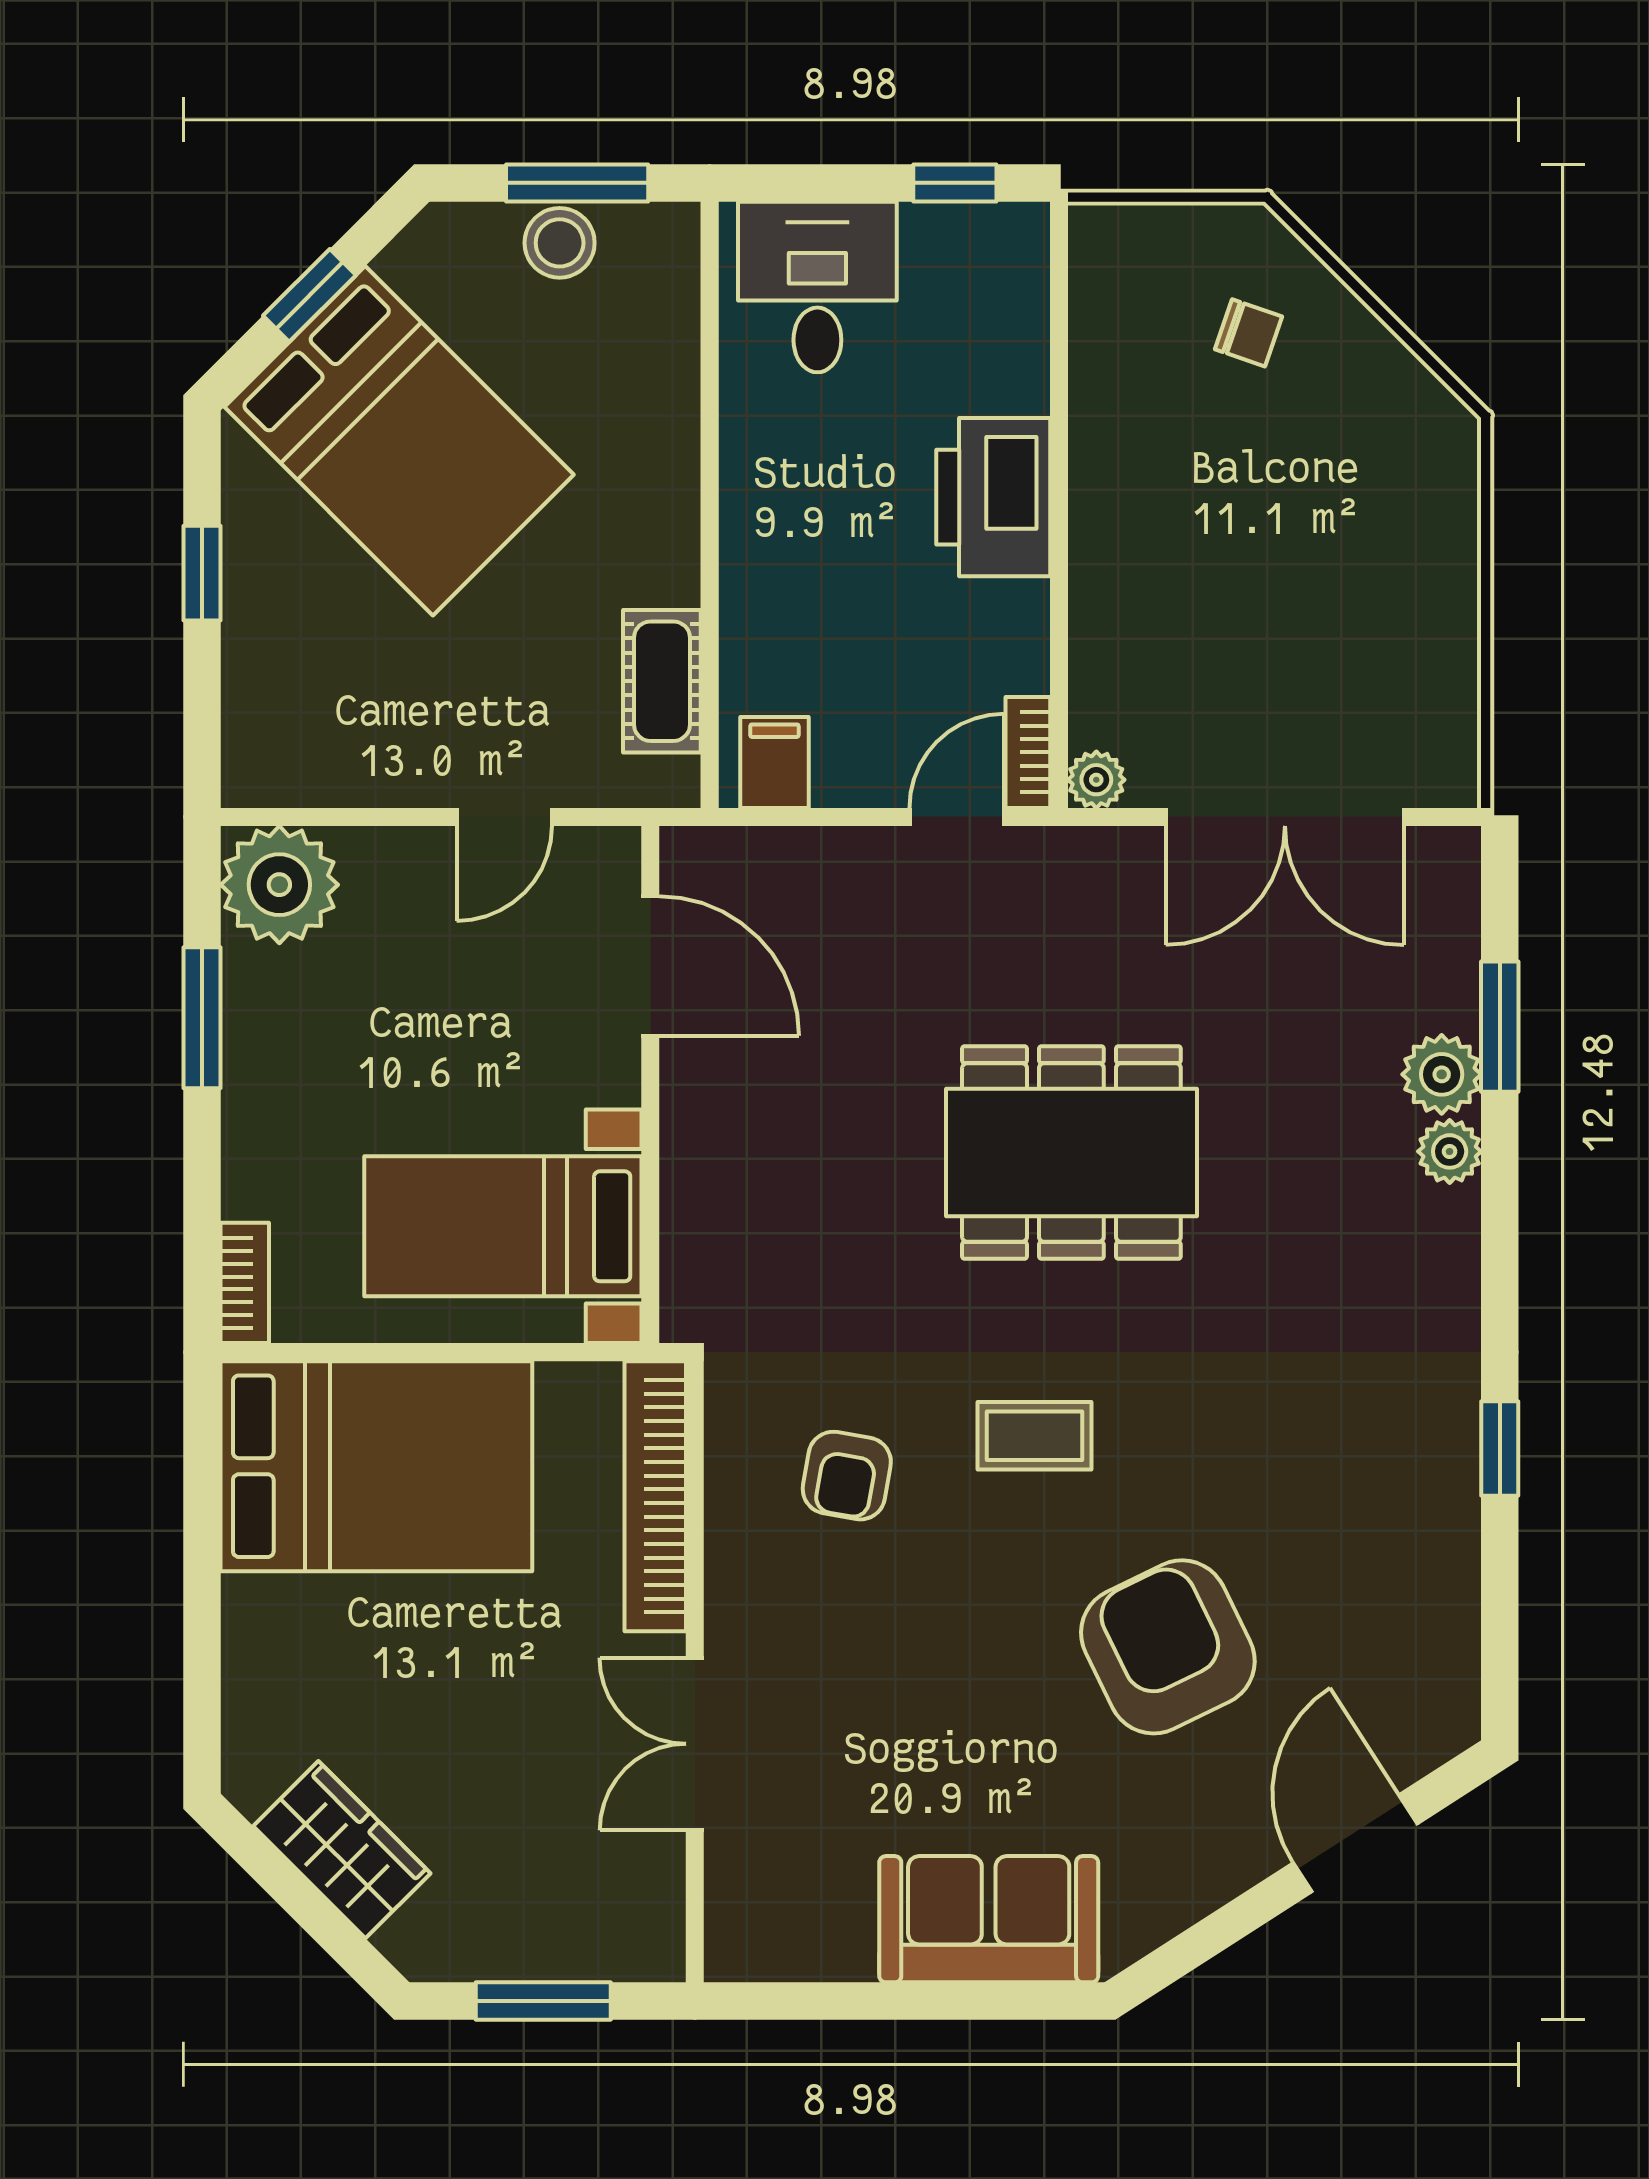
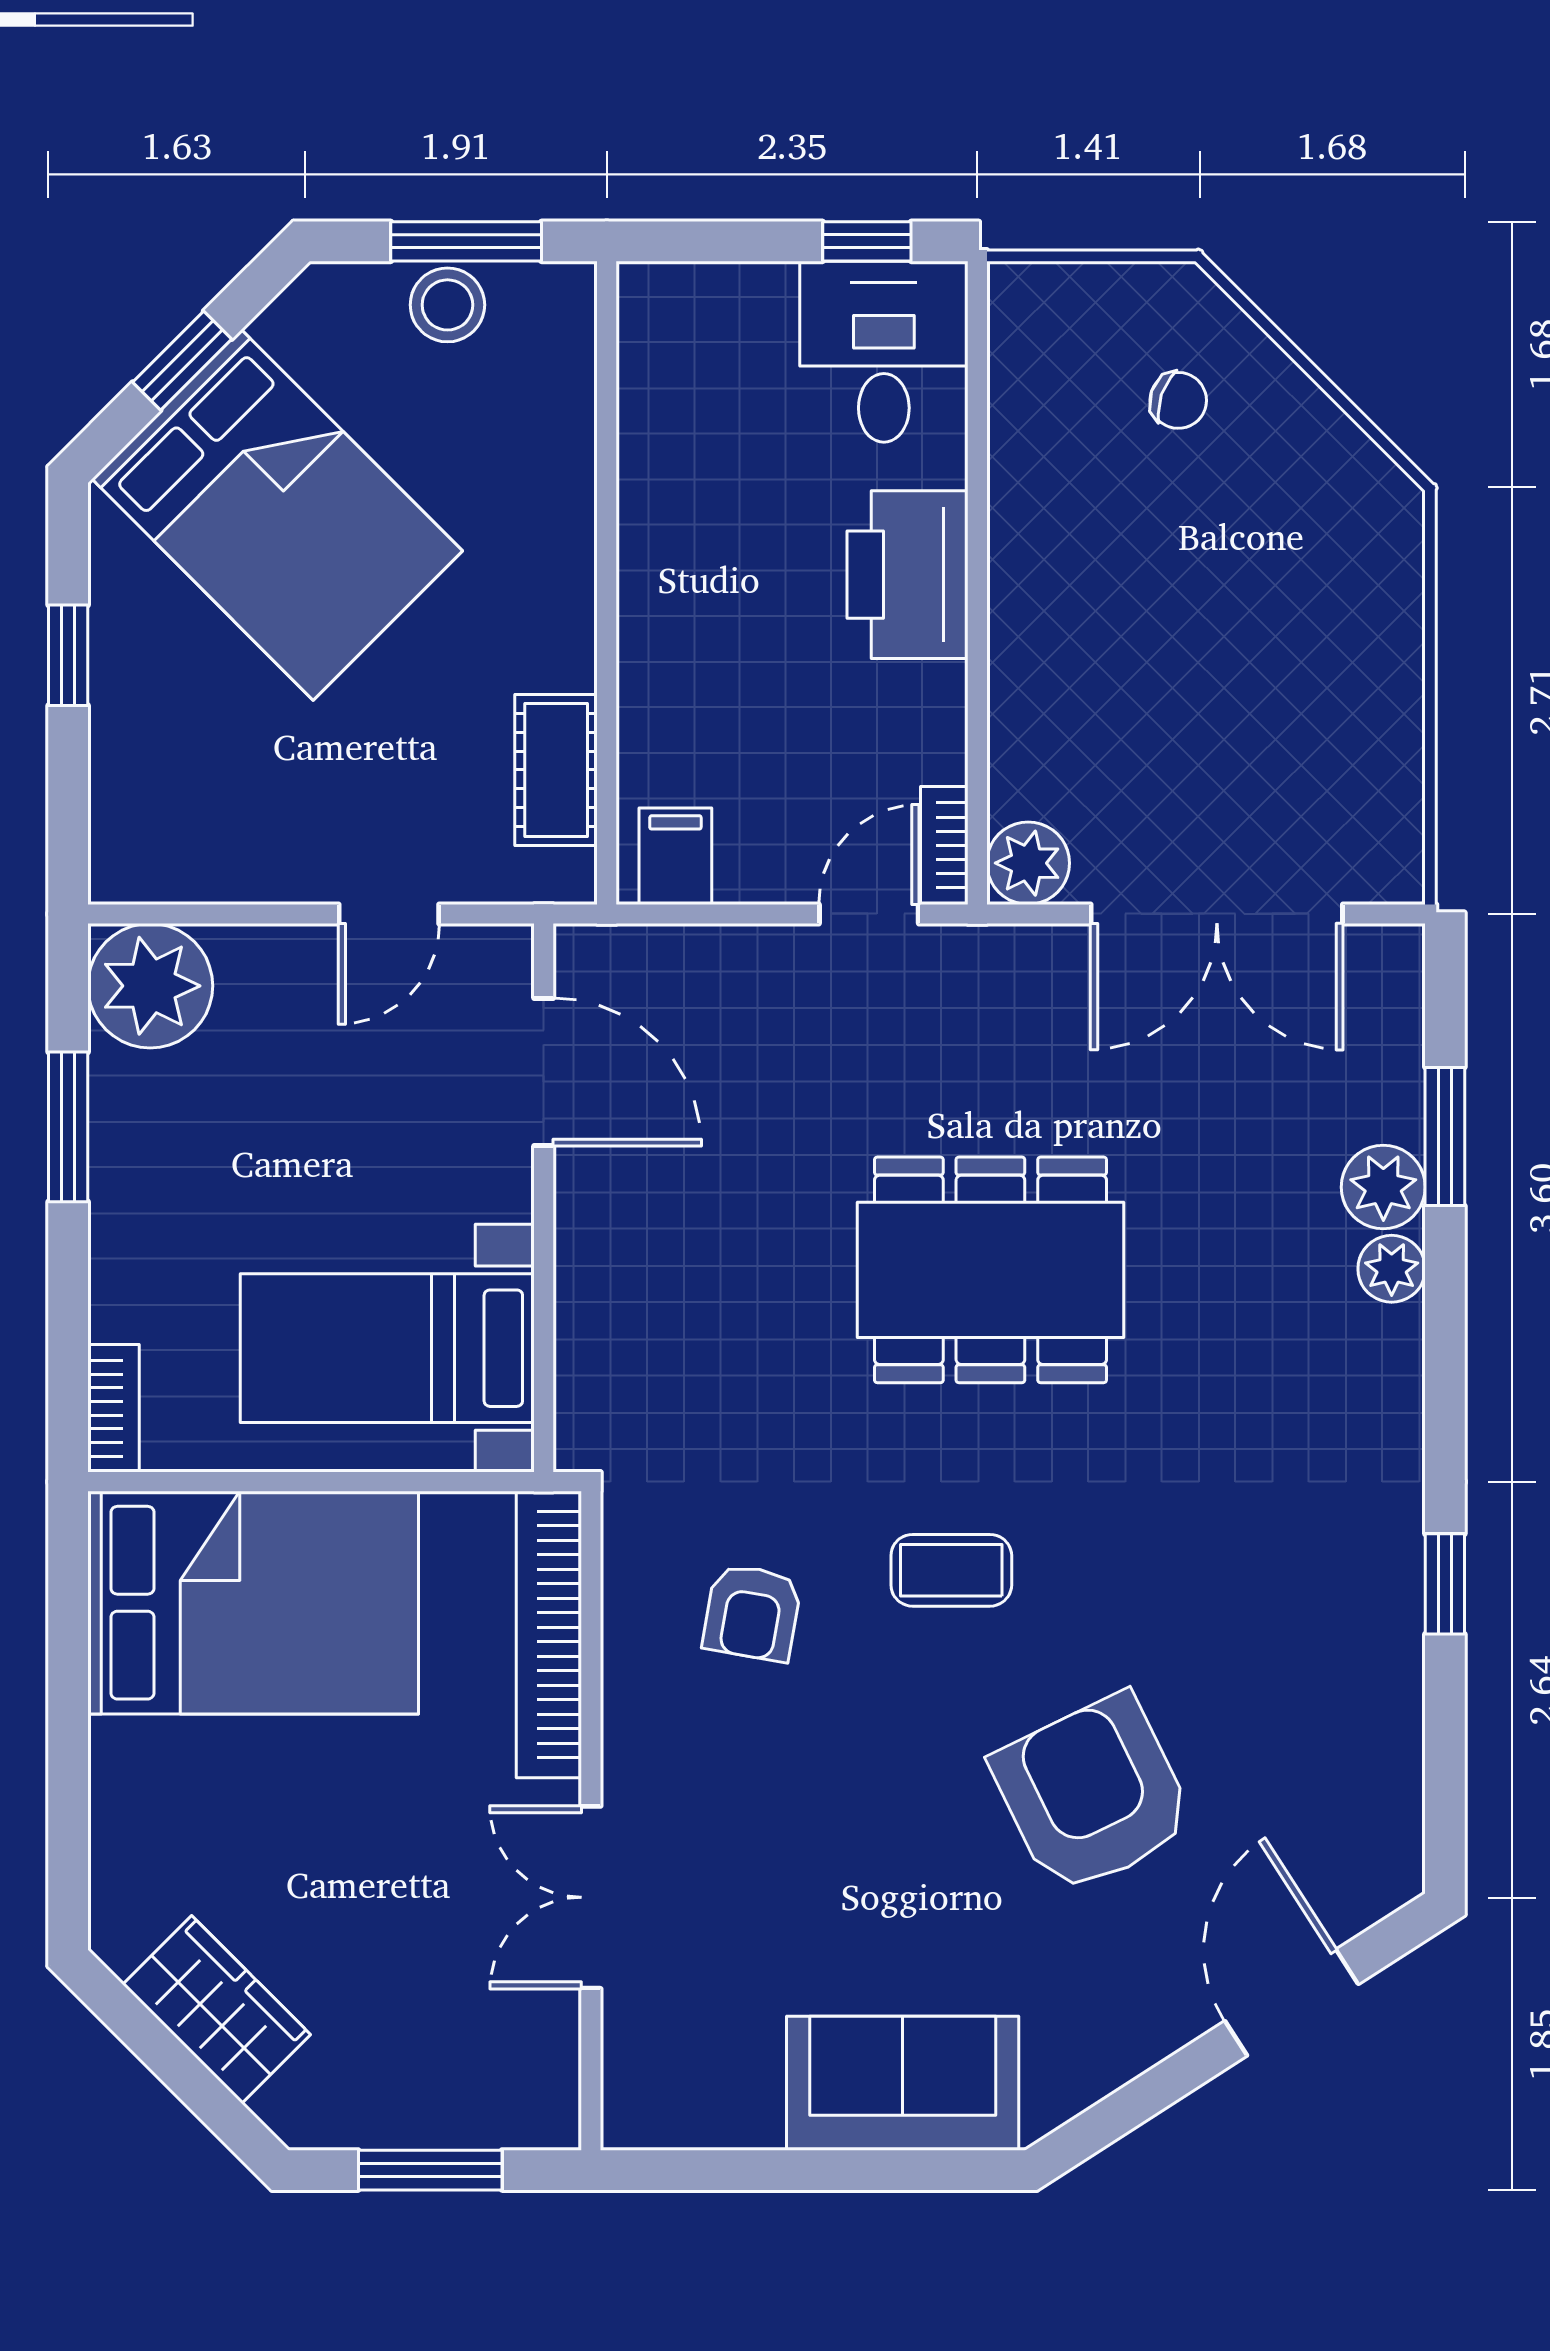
desk: (817, 287) -> (884, 352), moved
plant: (1096, 780) -> (1028, 863), width x1.38, depth x1.38

